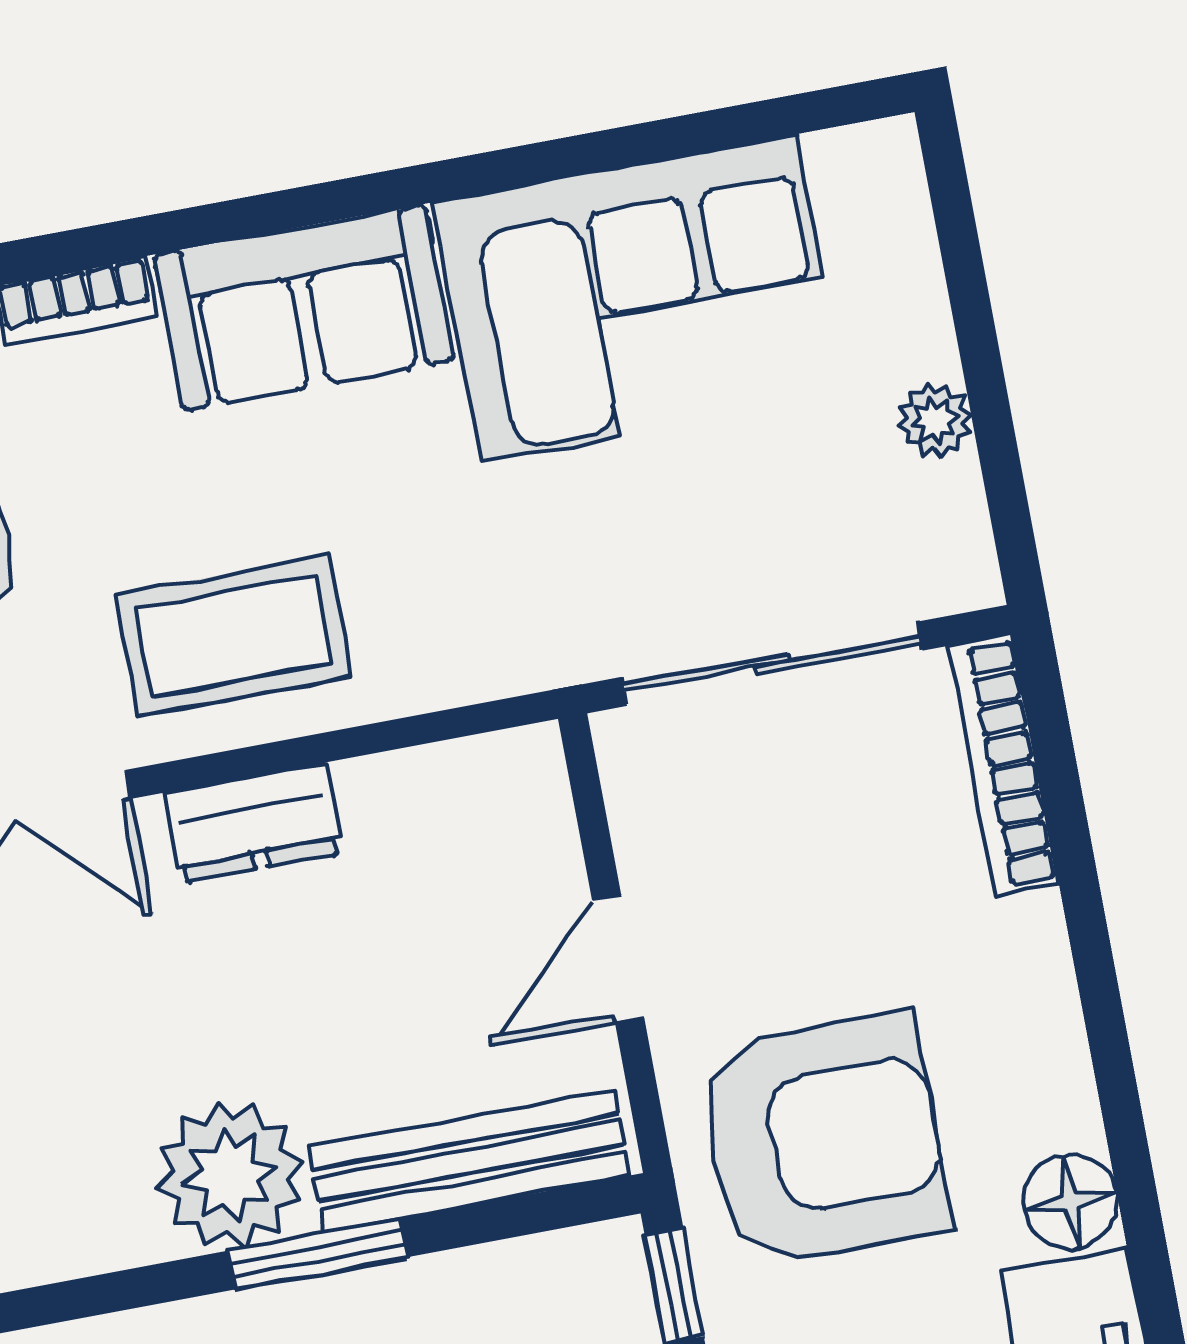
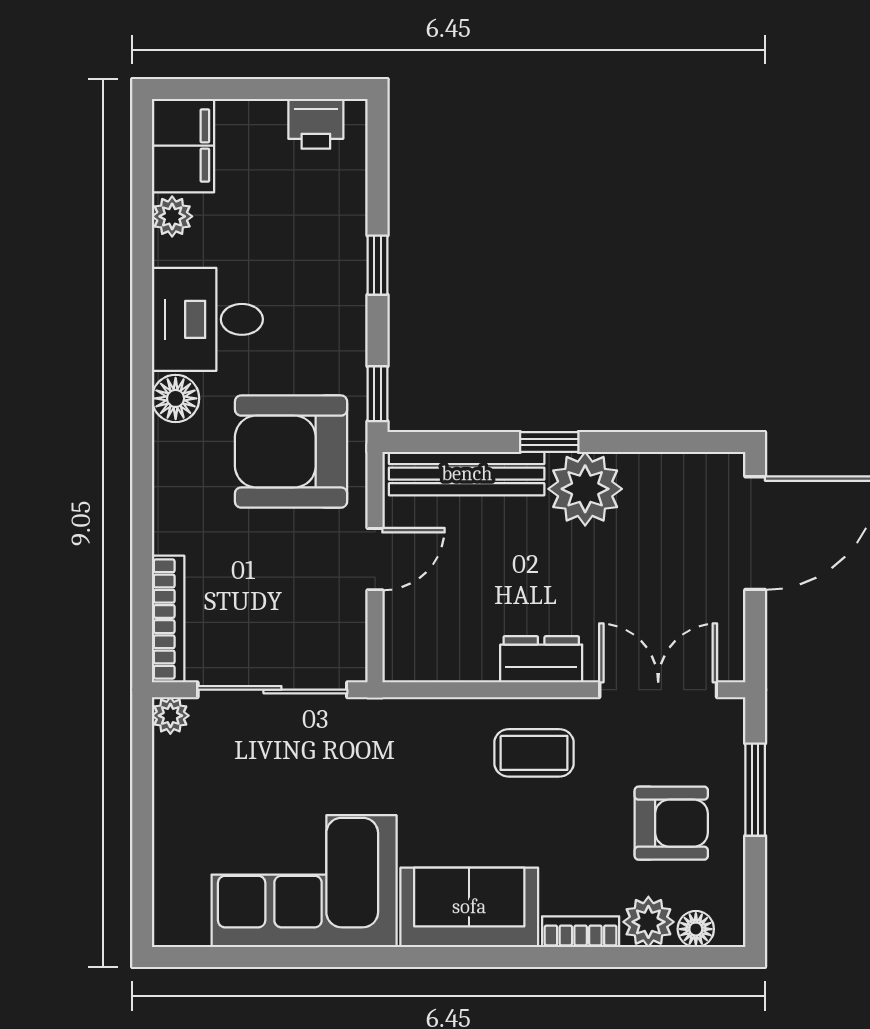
plant: (935, 420) -> (170, 716), moved
coffee table: (233, 636) -> (534, 753), width x0.73, depth x0.77
window: (318, 1254) -> (549, 442), width x0.67

